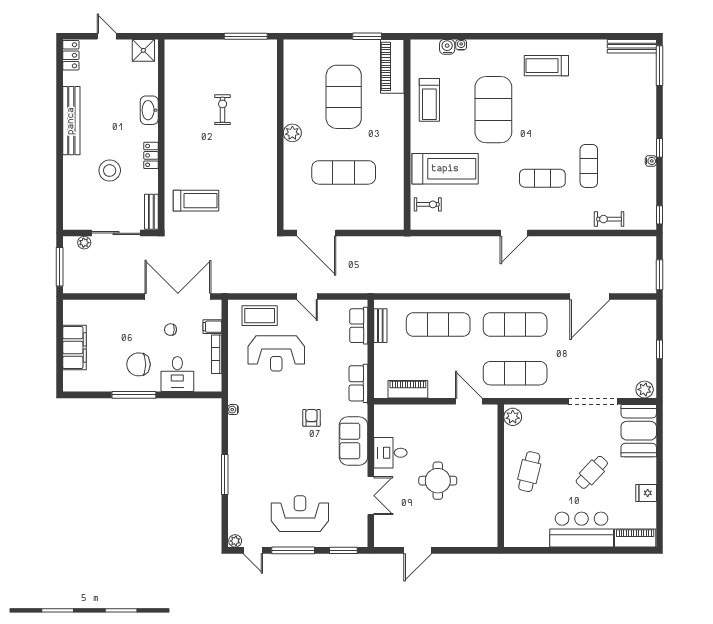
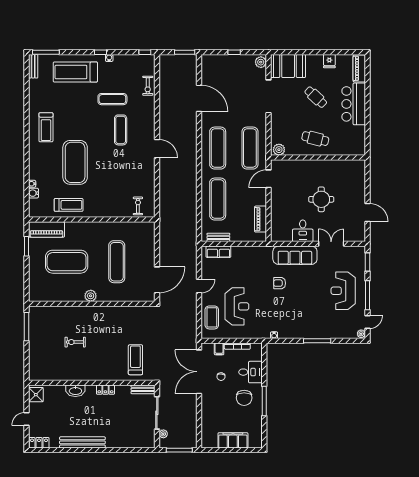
bench: (632, 46) -> (33, 66), width x0.73
exercise mat: (493, 110) -> (75, 162), turned 90
treadmill: (445, 169) -> (75, 72), moved, turned -90
stool: (110, 171) -> (115, 417), removed
row of seats: (358, 383) -> (257, 252), removed
sofa: (353, 441) -> (295, 255), width x1.36

